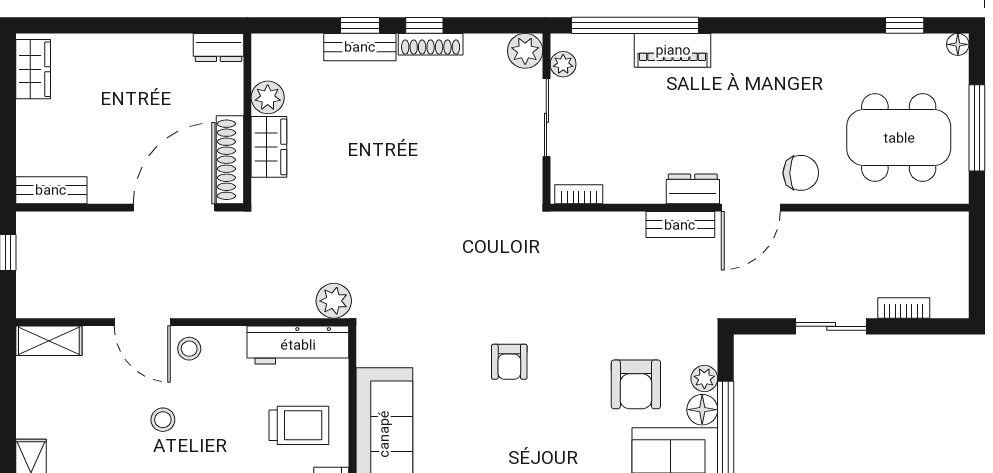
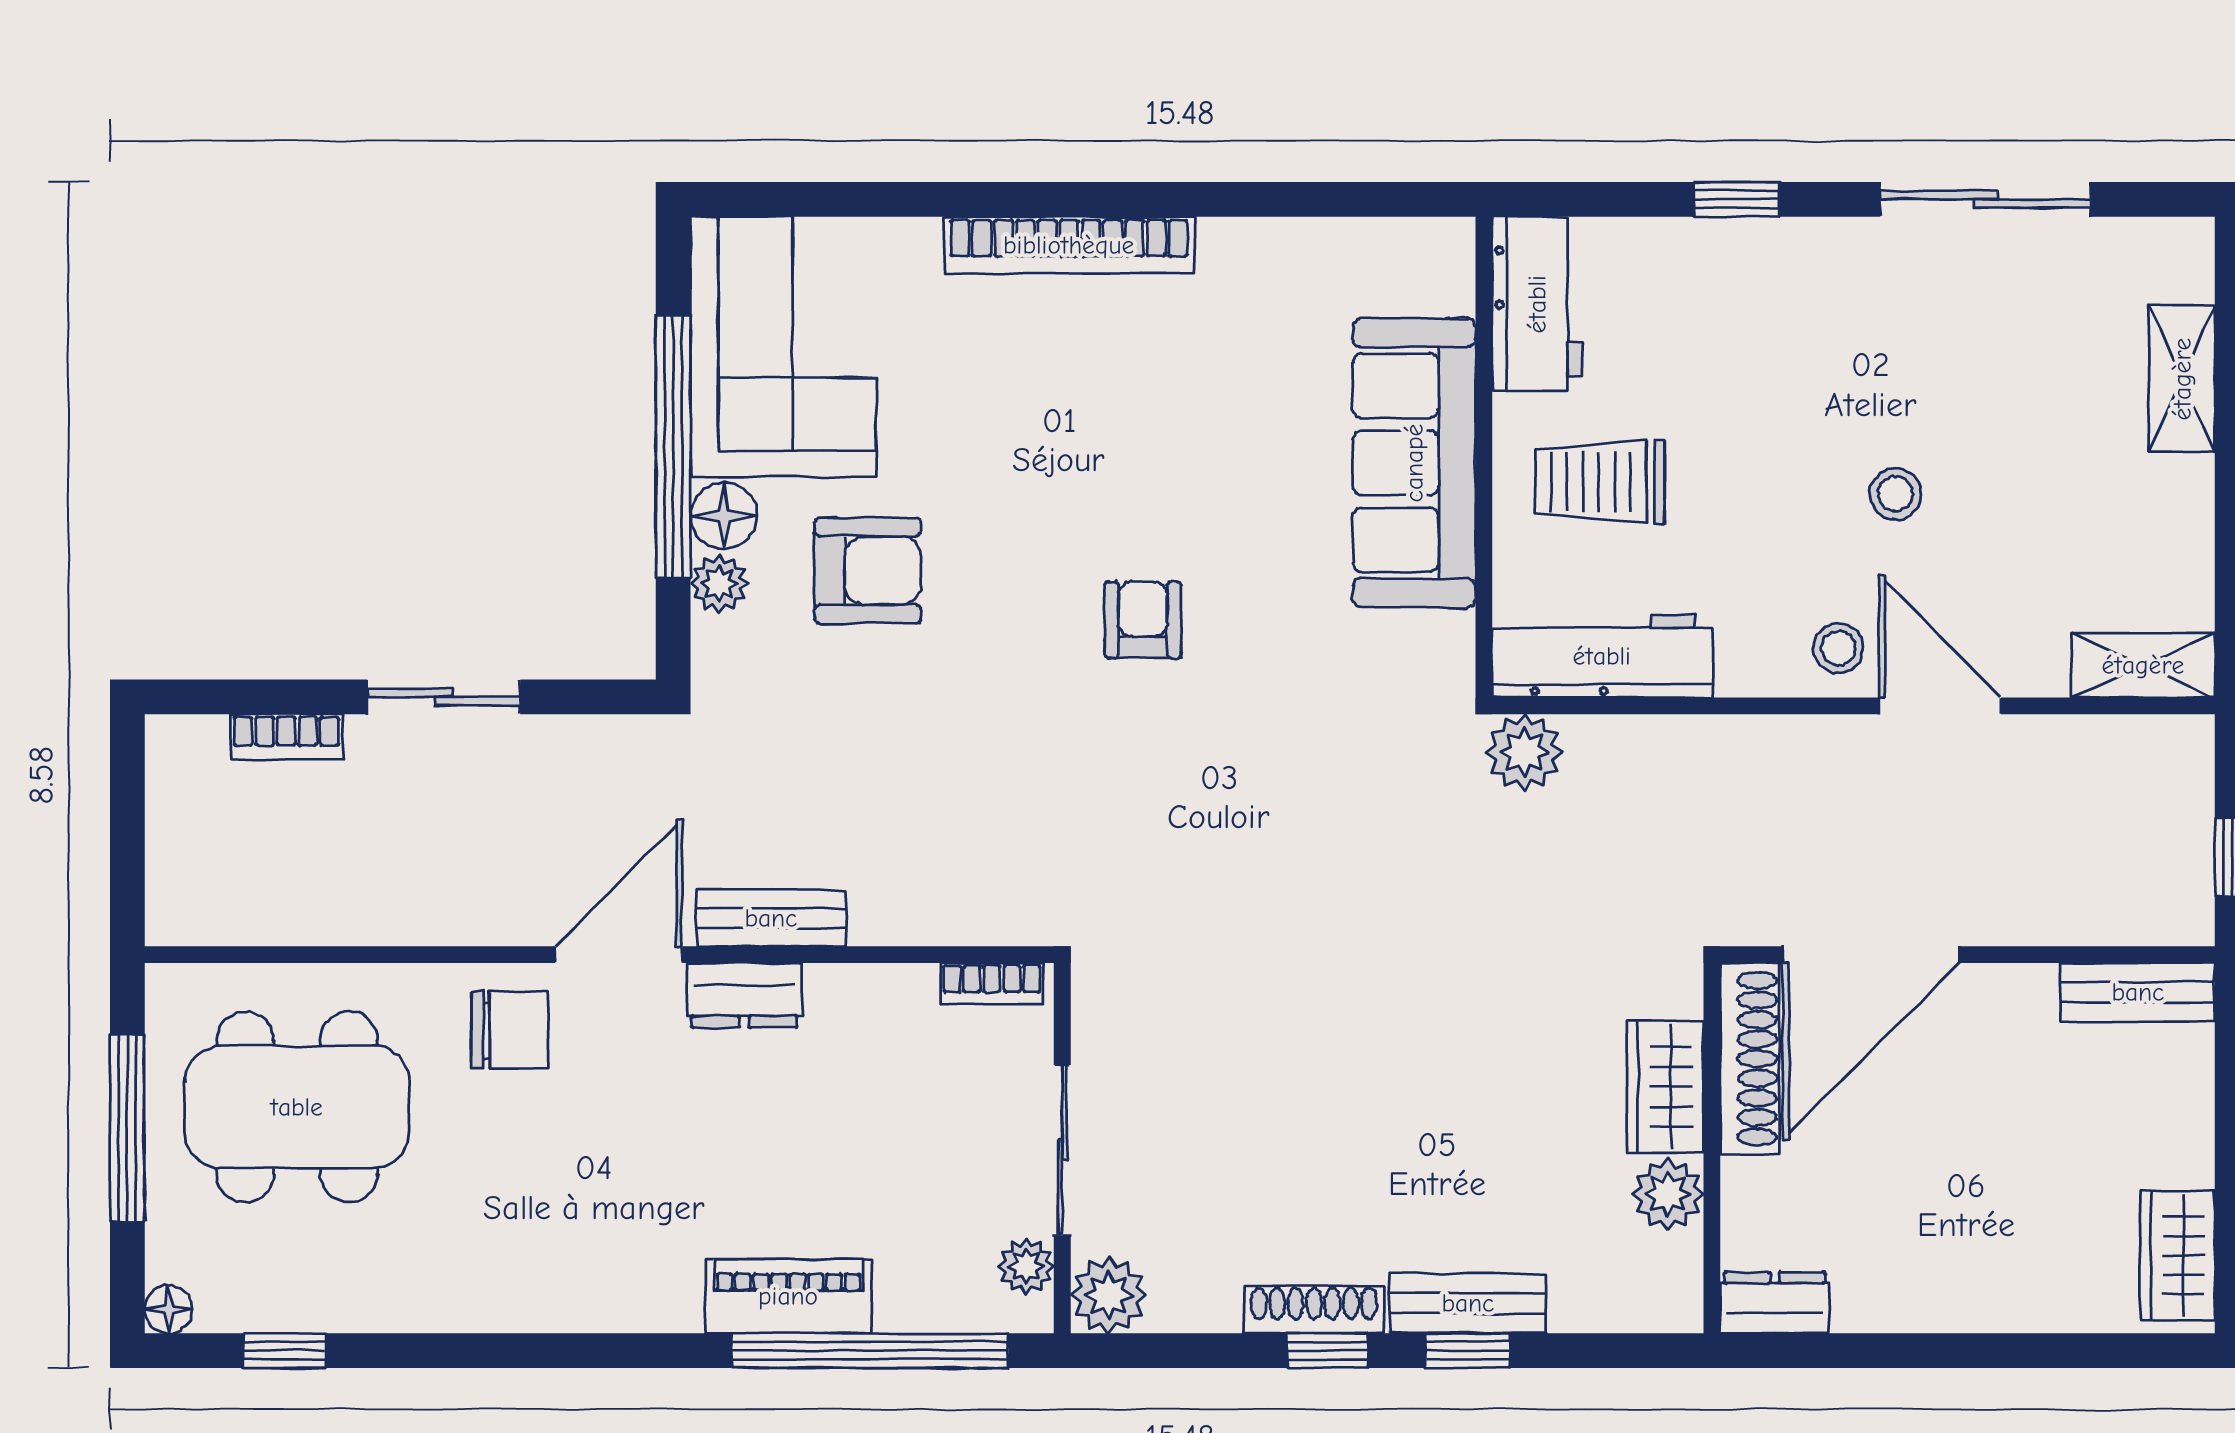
chair: (801, 173) -> (510, 1030), turned 180
armchair: (636, 384) -> (868, 571), turned 90

